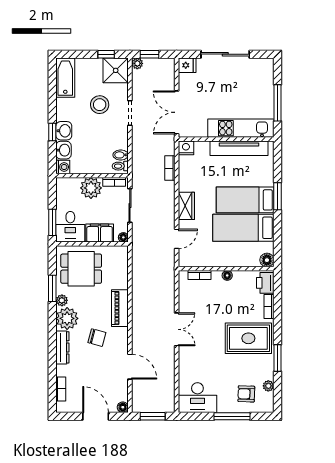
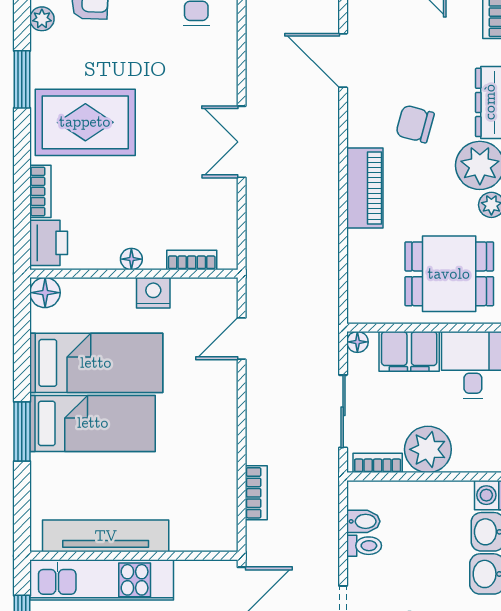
nightstand: (186, 148) -> (153, 293), moved, turned 180
toilet: (120, 166) -> (364, 546), moved
wardrobe: (186, 206) -> (220, 410), removed

